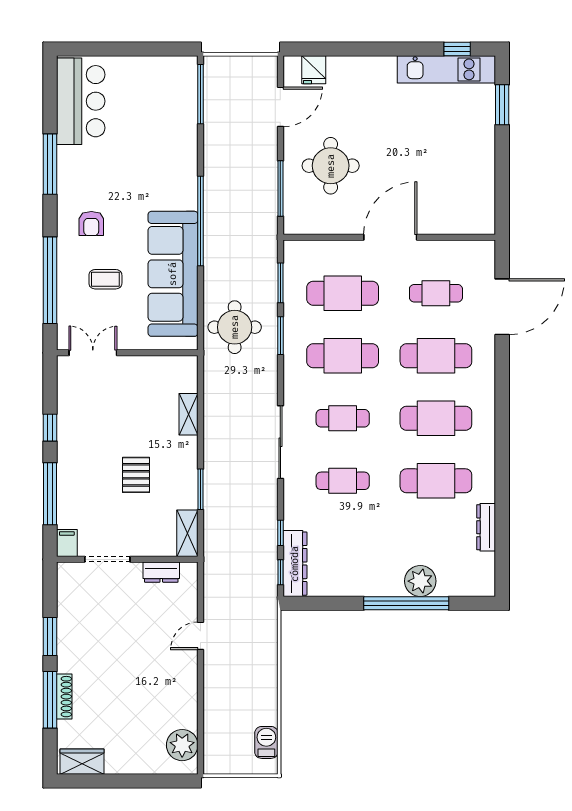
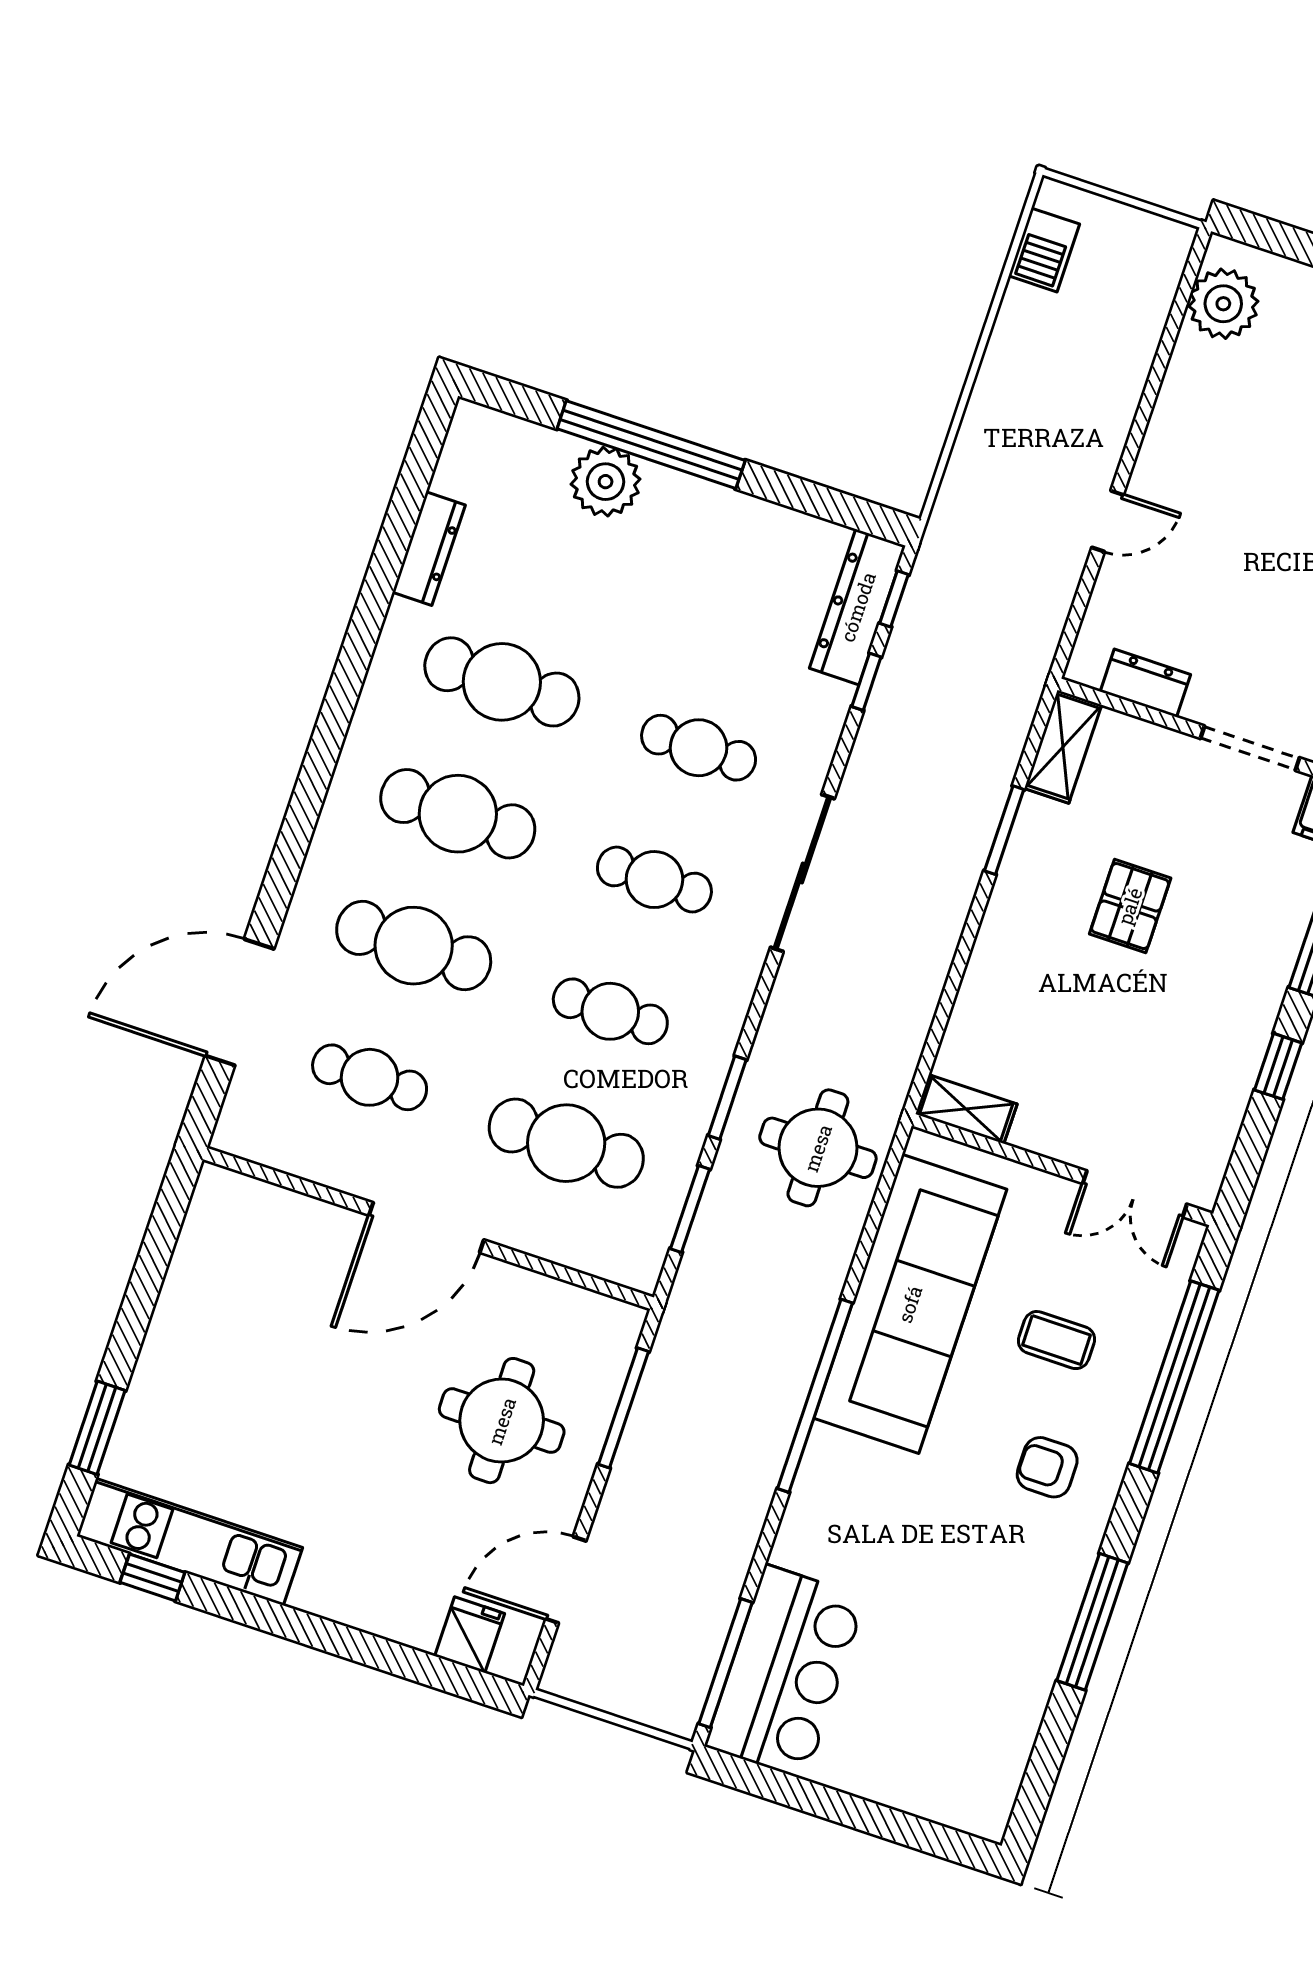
bar counter: (81, 101) -> (785, 1672), moved, turned 180
armchair: (91, 224) -> (1047, 1467), turned -90
cafe table: (343, 356) -> (610, 1011), width x0.73, depth x0.74
shelving: (188, 414) -> (966, 1109), moved, turned 90

